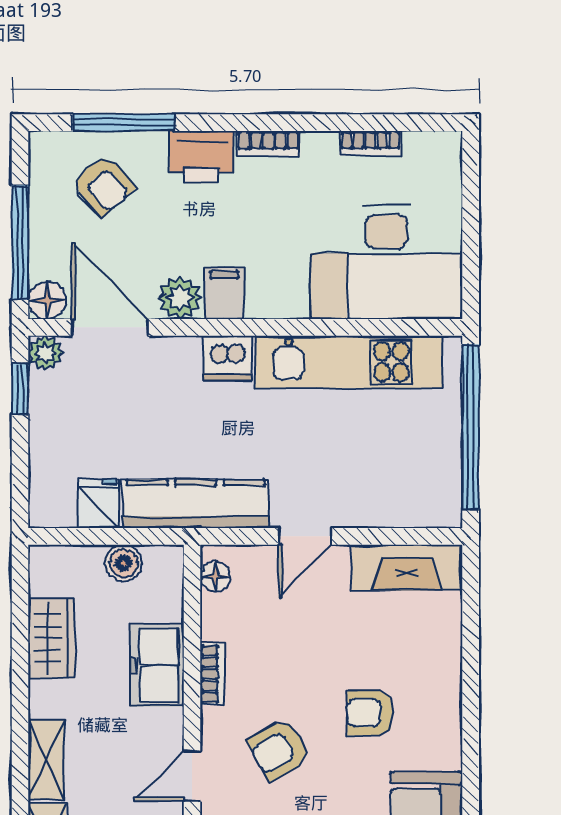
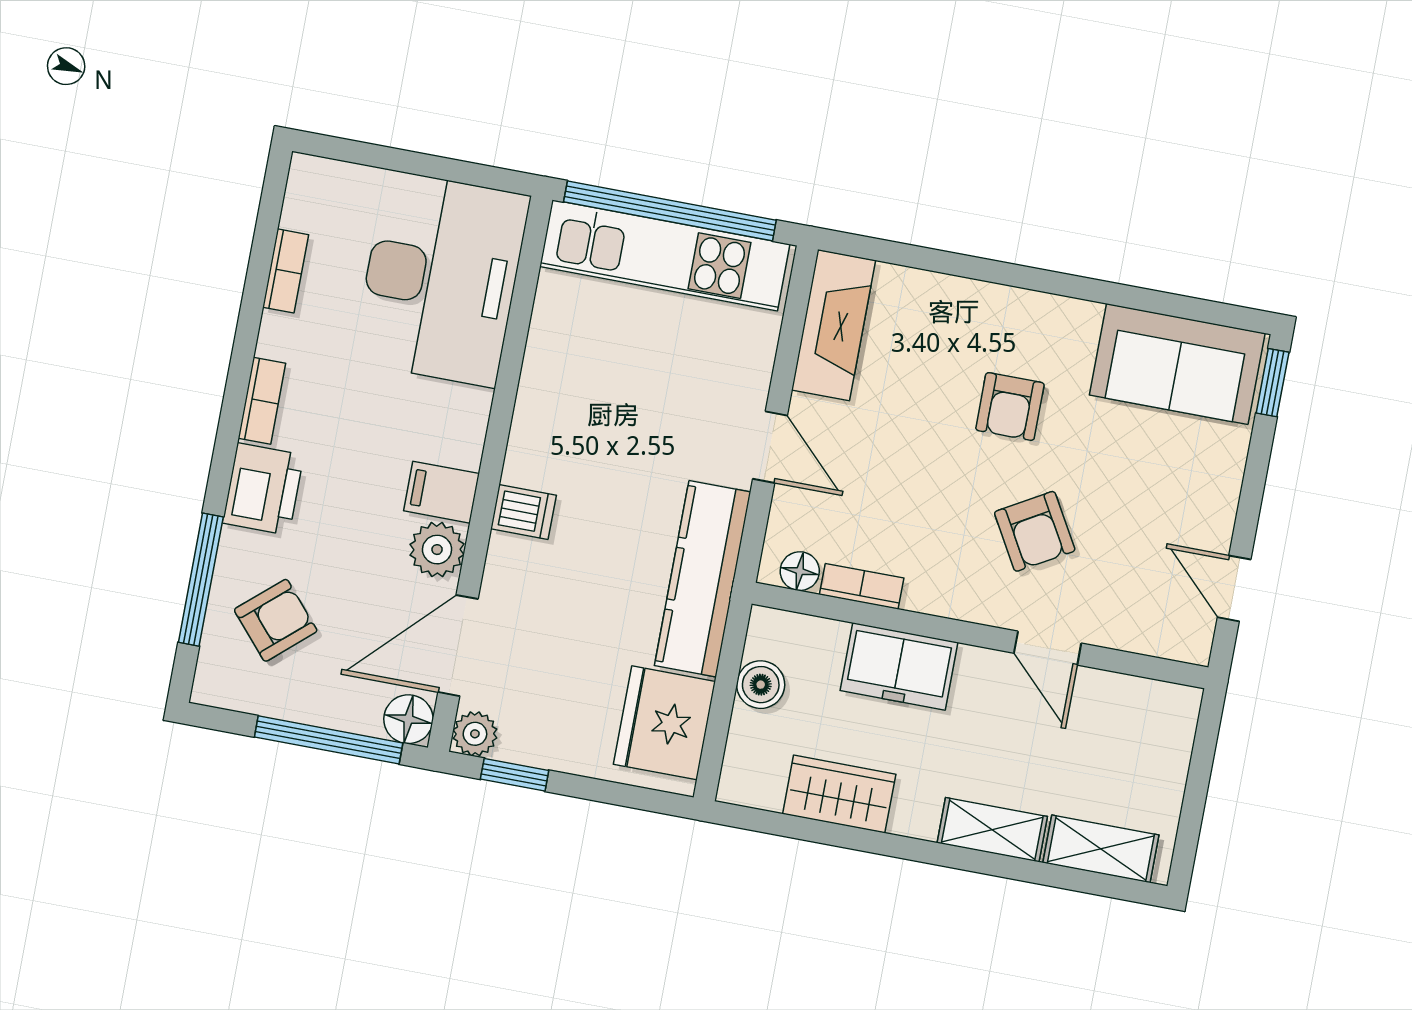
dishwasher: (228, 358) -> (523, 512), width x0.73
kitchen unit: (348, 362) -> (665, 255), moved, turned 90
fridge: (99, 504) -> (664, 723), width x1.88, depth x1.34
bookcase: (213, 674) -> (862, 586), moved

